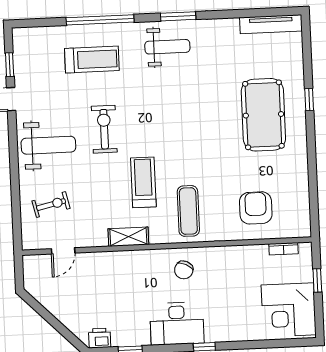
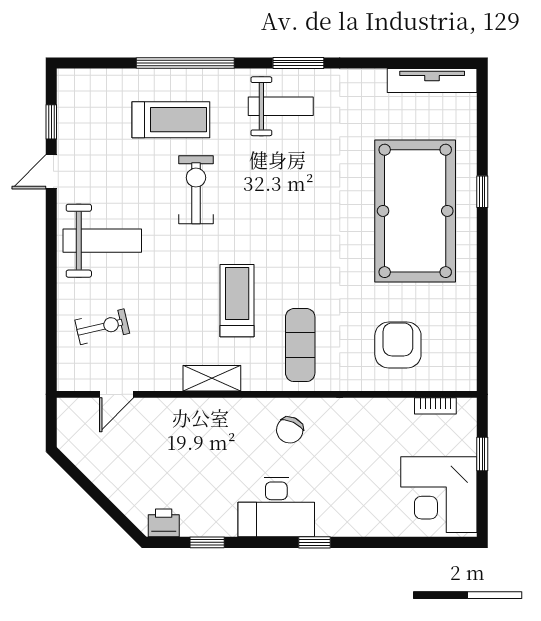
pool table: (263, 115) -> (415, 211), width x1.36, depth x1.32
exercise bike: (104, 129) -> (196, 190), moved

